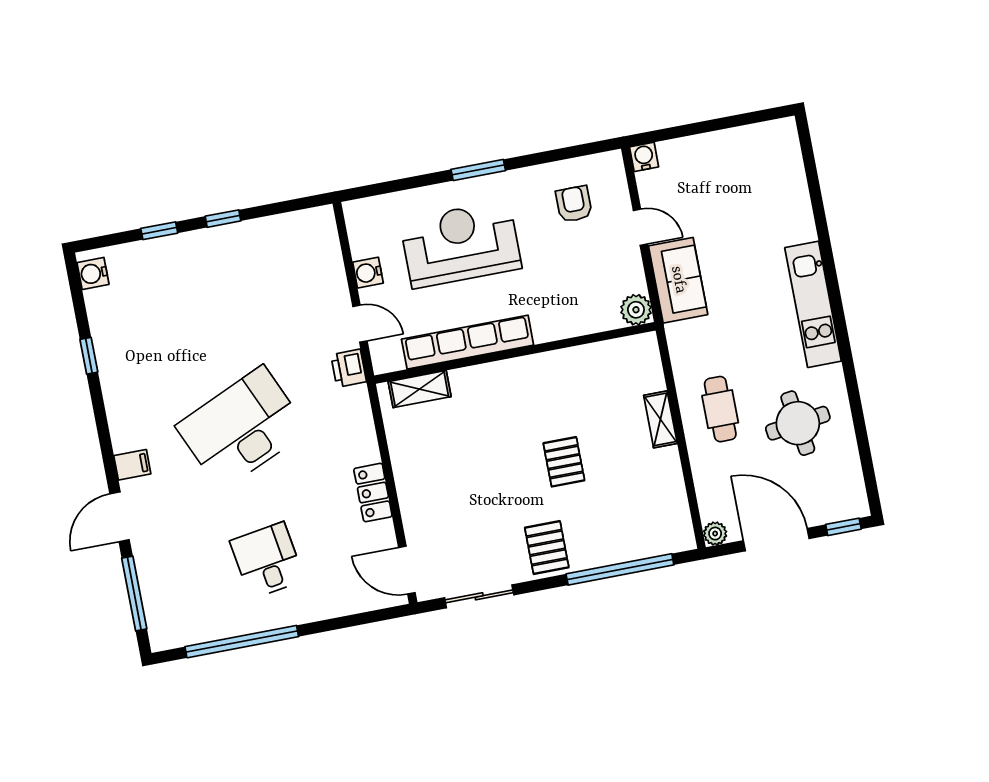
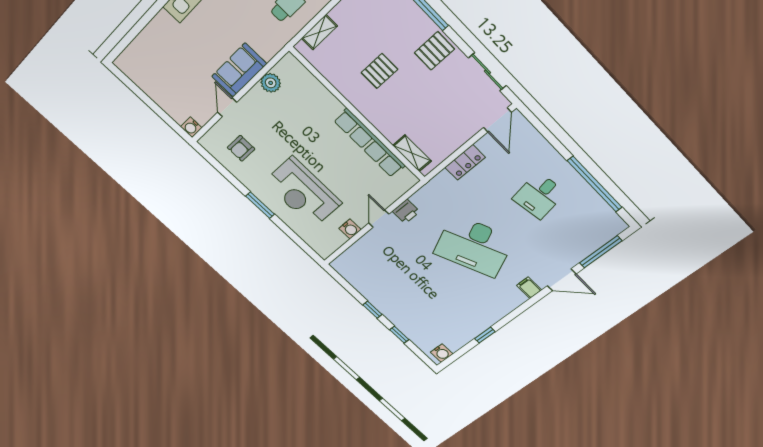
row of seats: (468, 342) -> (370, 143), moved
wall: (515, 353) -> (358, 115), moved
shelving: (420, 389) -> (412, 153), moved

